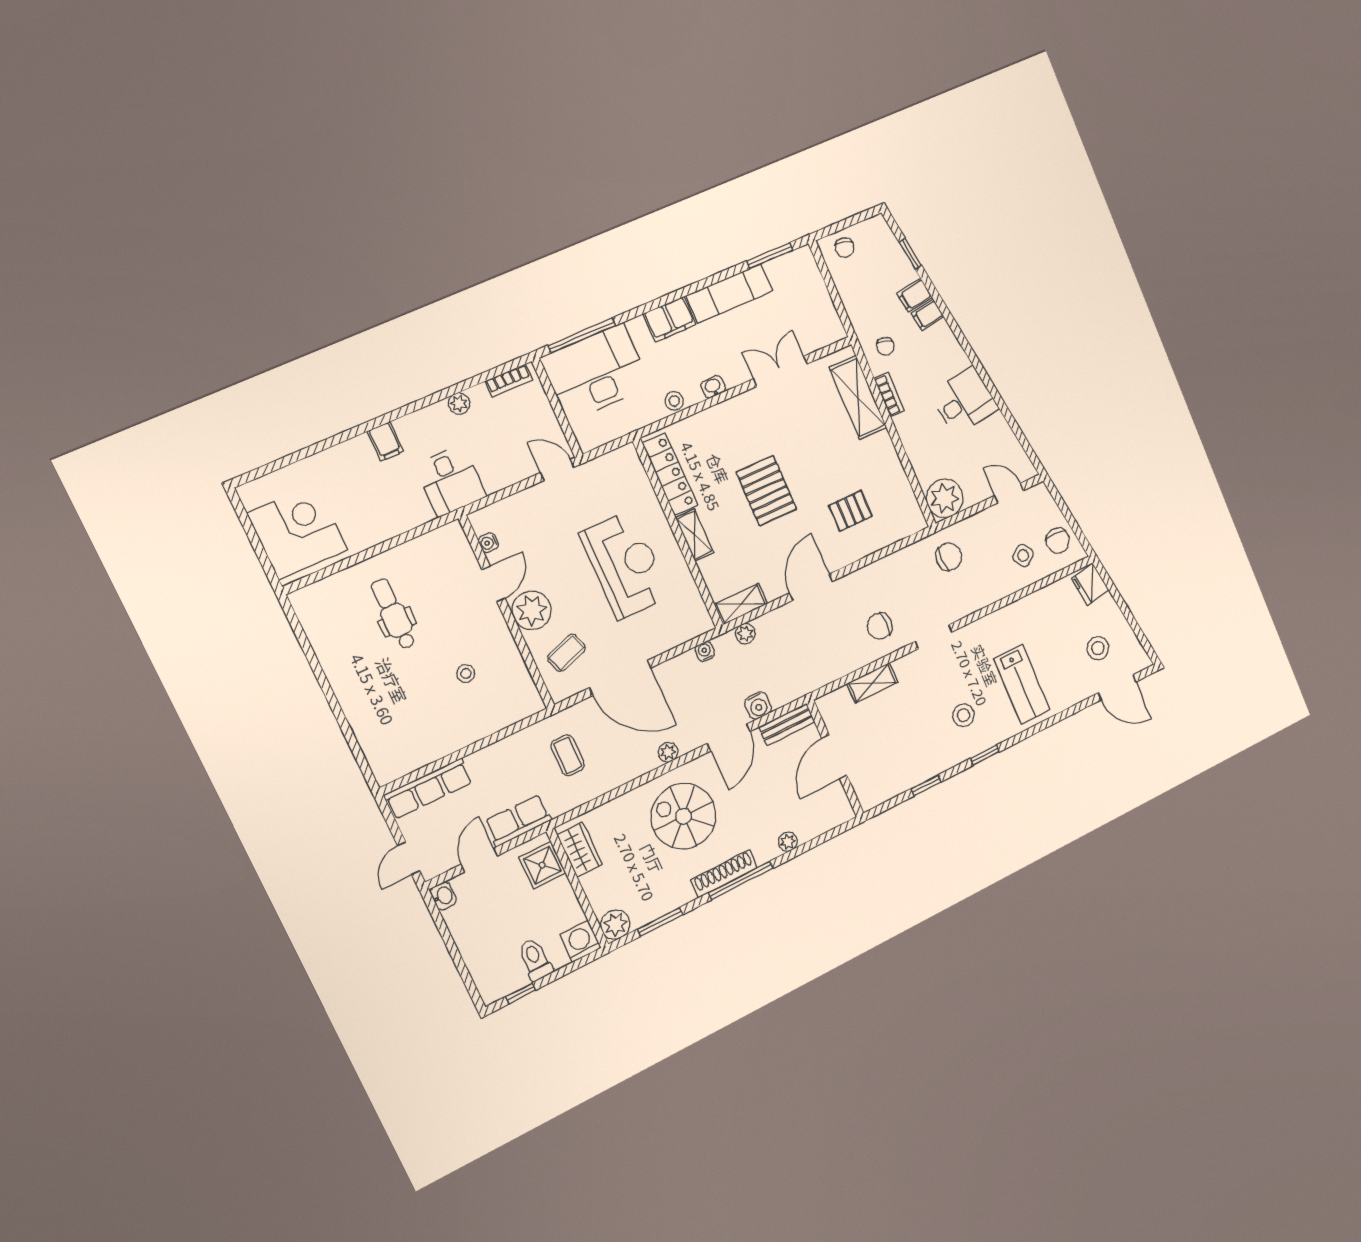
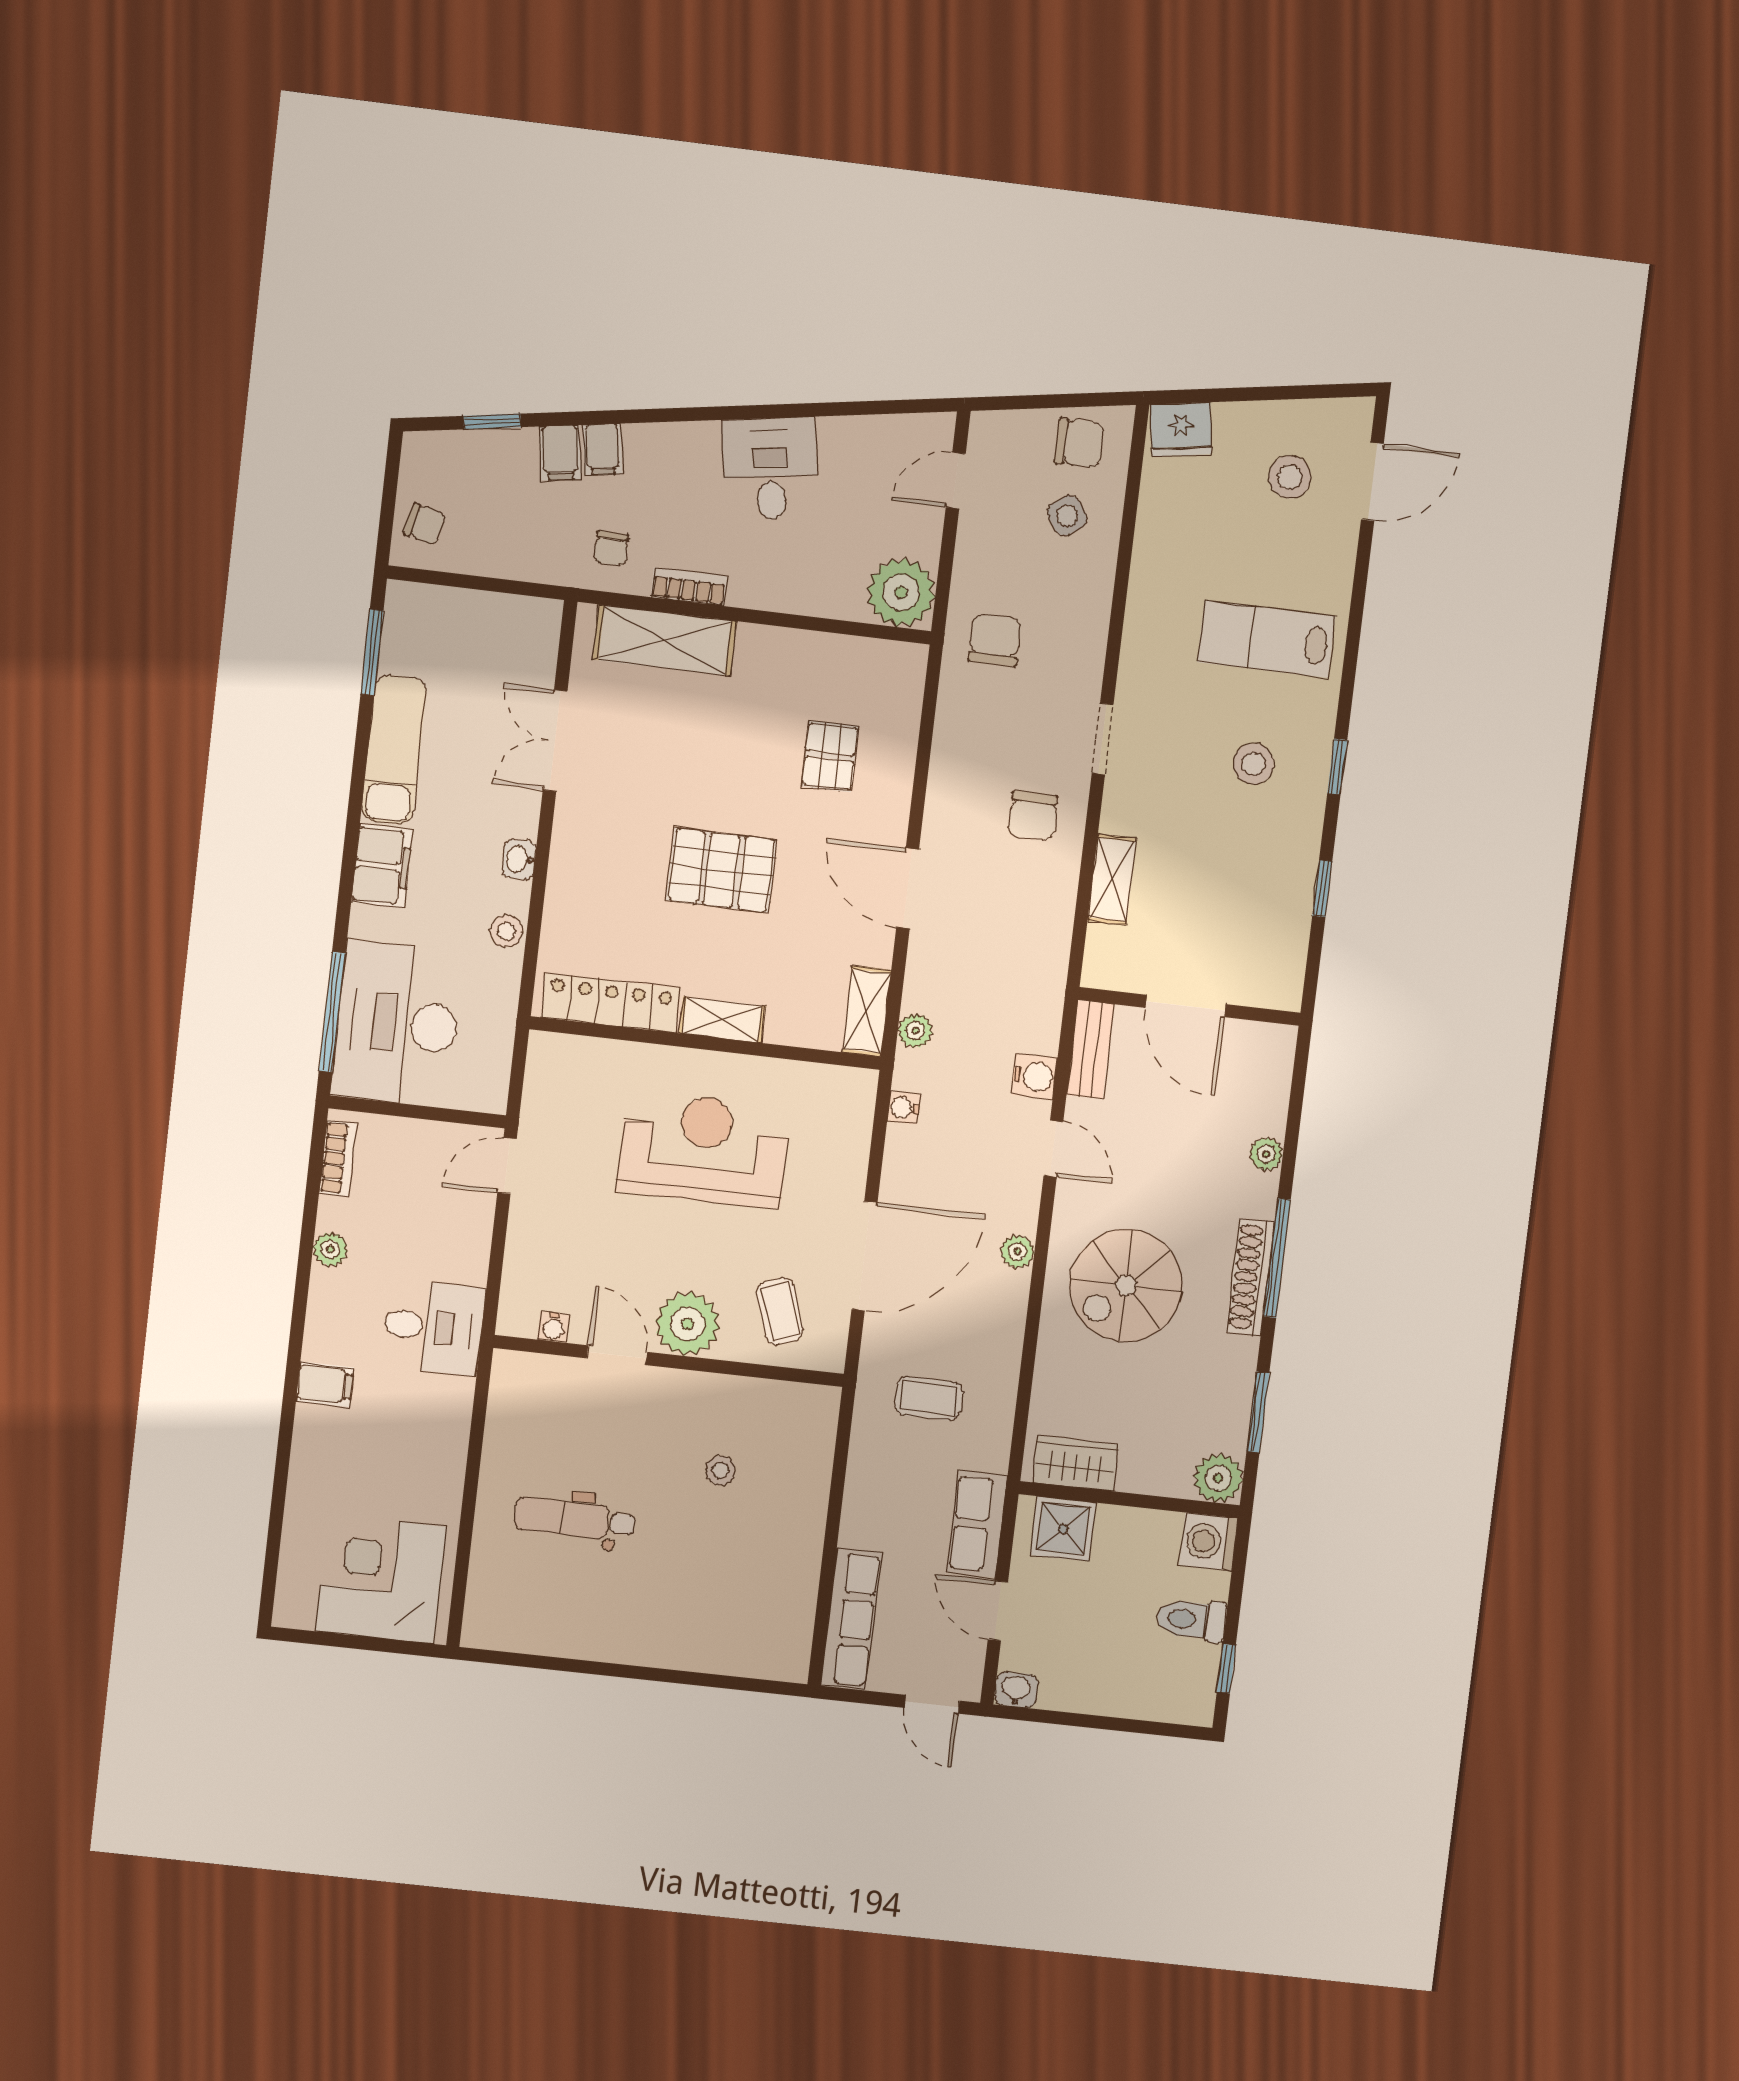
chair: (885, 346) -> (611, 548), turned 75
lab bench: (1022, 684) -> (1266, 639), turned 180
door: (729, 737) -> (1053, 1149), width x0.73

